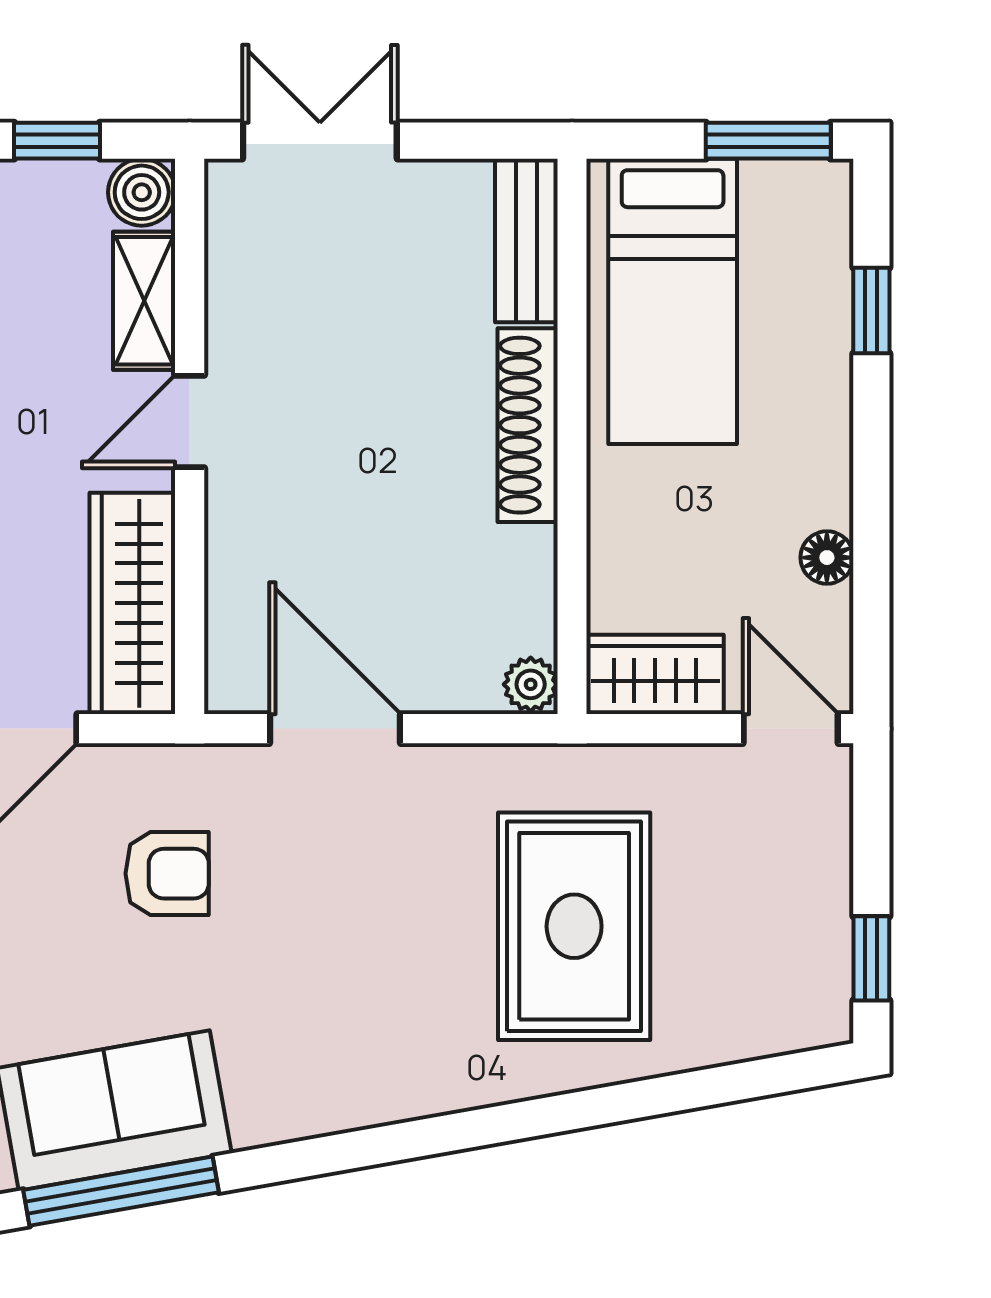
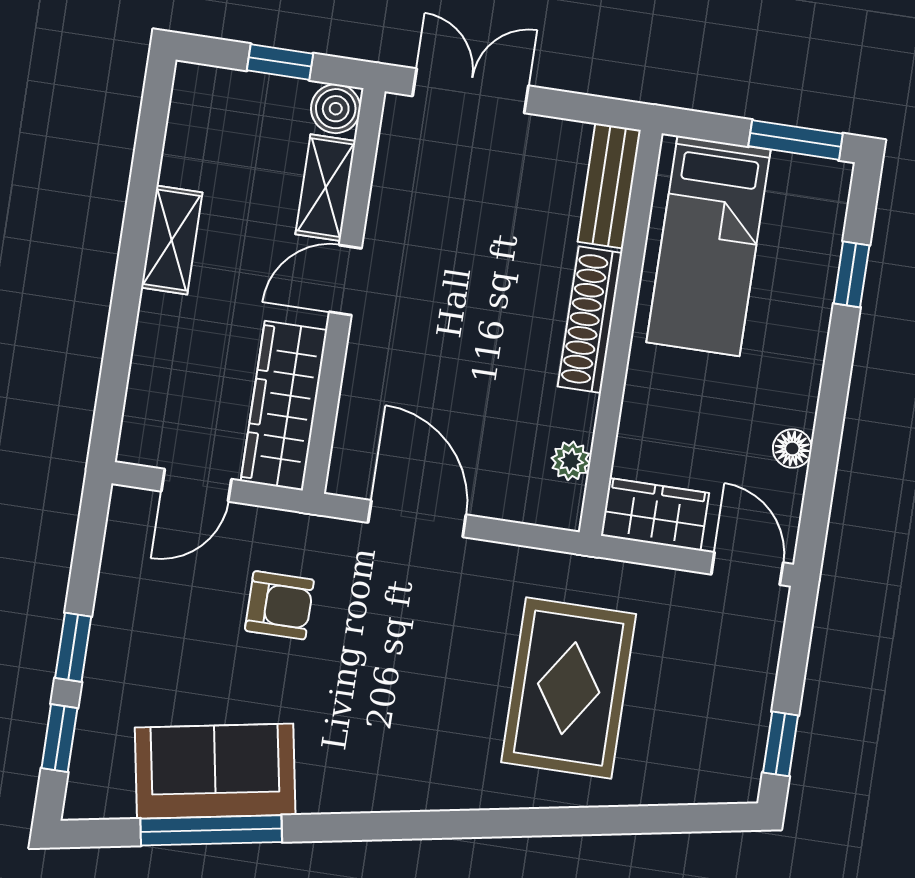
plant: (531, 684) -> (571, 461), moved

